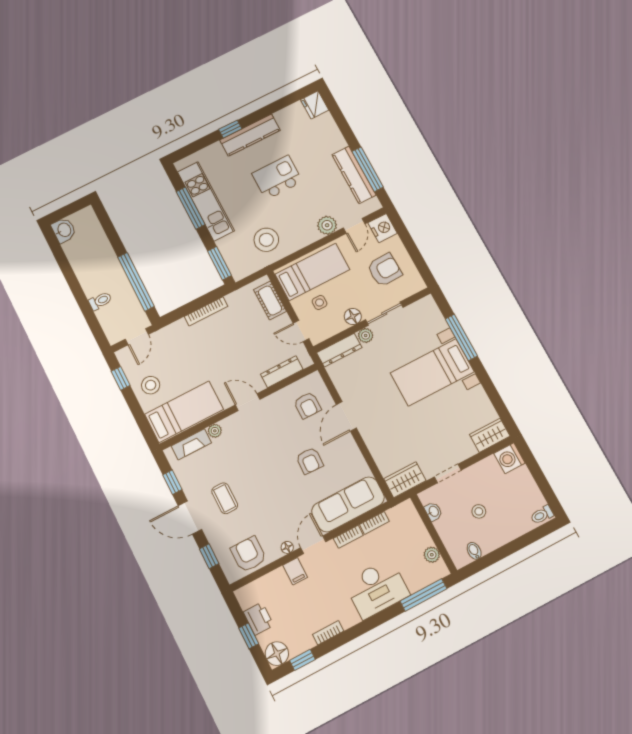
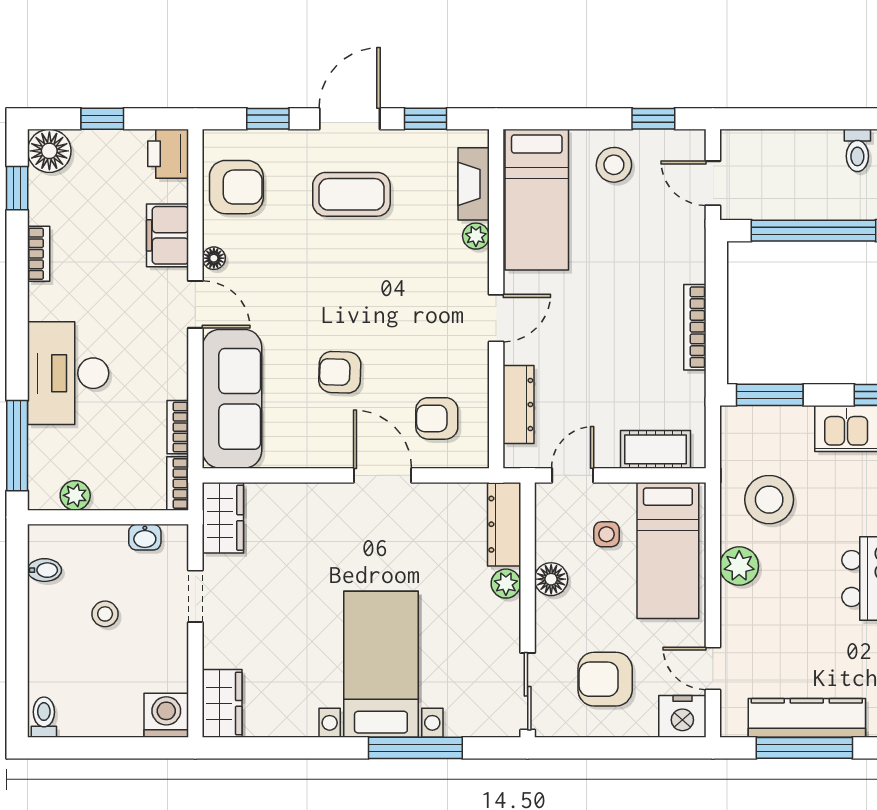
plant: (327, 225) -> (739, 566), moved
armchair: (384, 270) -> (605, 679), turned 92
toilet: (100, 301) -> (857, 150), moved
sliding door: (384, 313) -> (528, 691), moved
coffee table: (225, 498) -> (351, 194), width x1.36, depth x1.30
bookcase: (348, 537) -> (178, 483), moved
filing cabinet: (295, 571) -> (167, 235), width x2.00
printer: (259, 619) -> (168, 154), moved, turned 90

